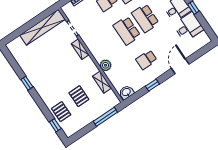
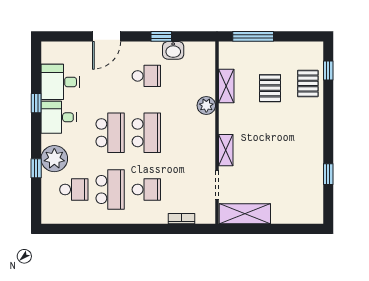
shelving: (42, 27) -> (245, 214), width x0.68
window: (27, 83) -> (328, 174), moved
washbasin: (126, 92) -> (173, 50), moved

